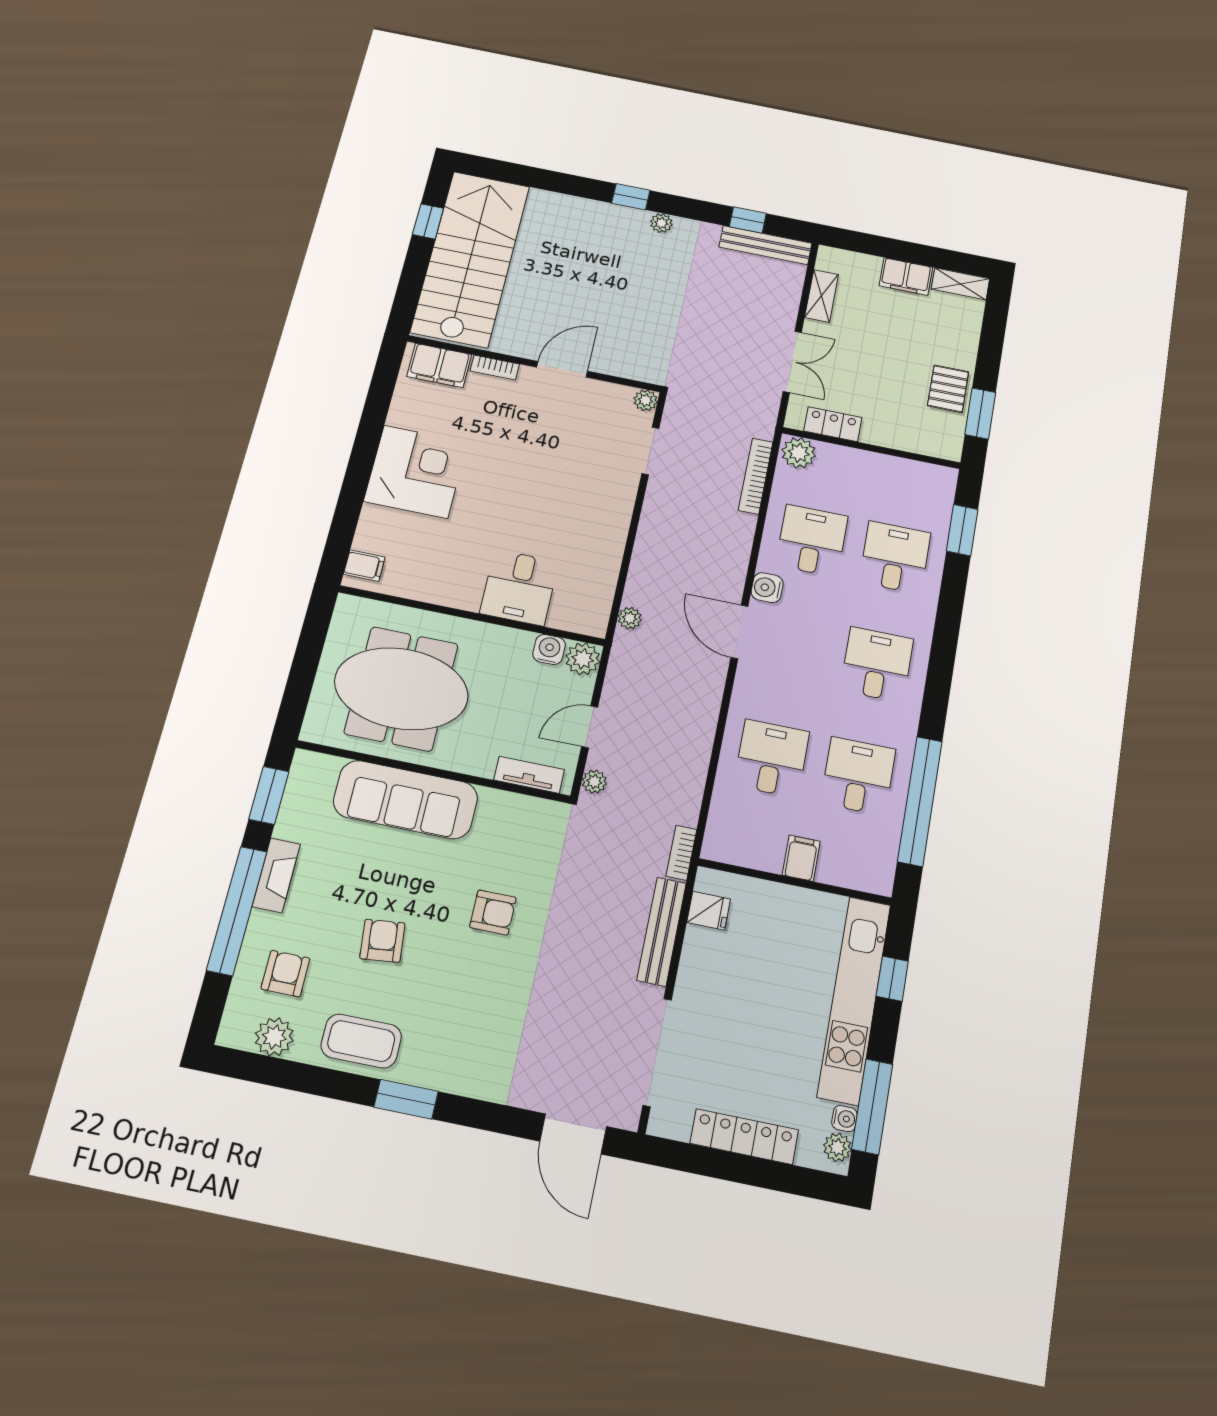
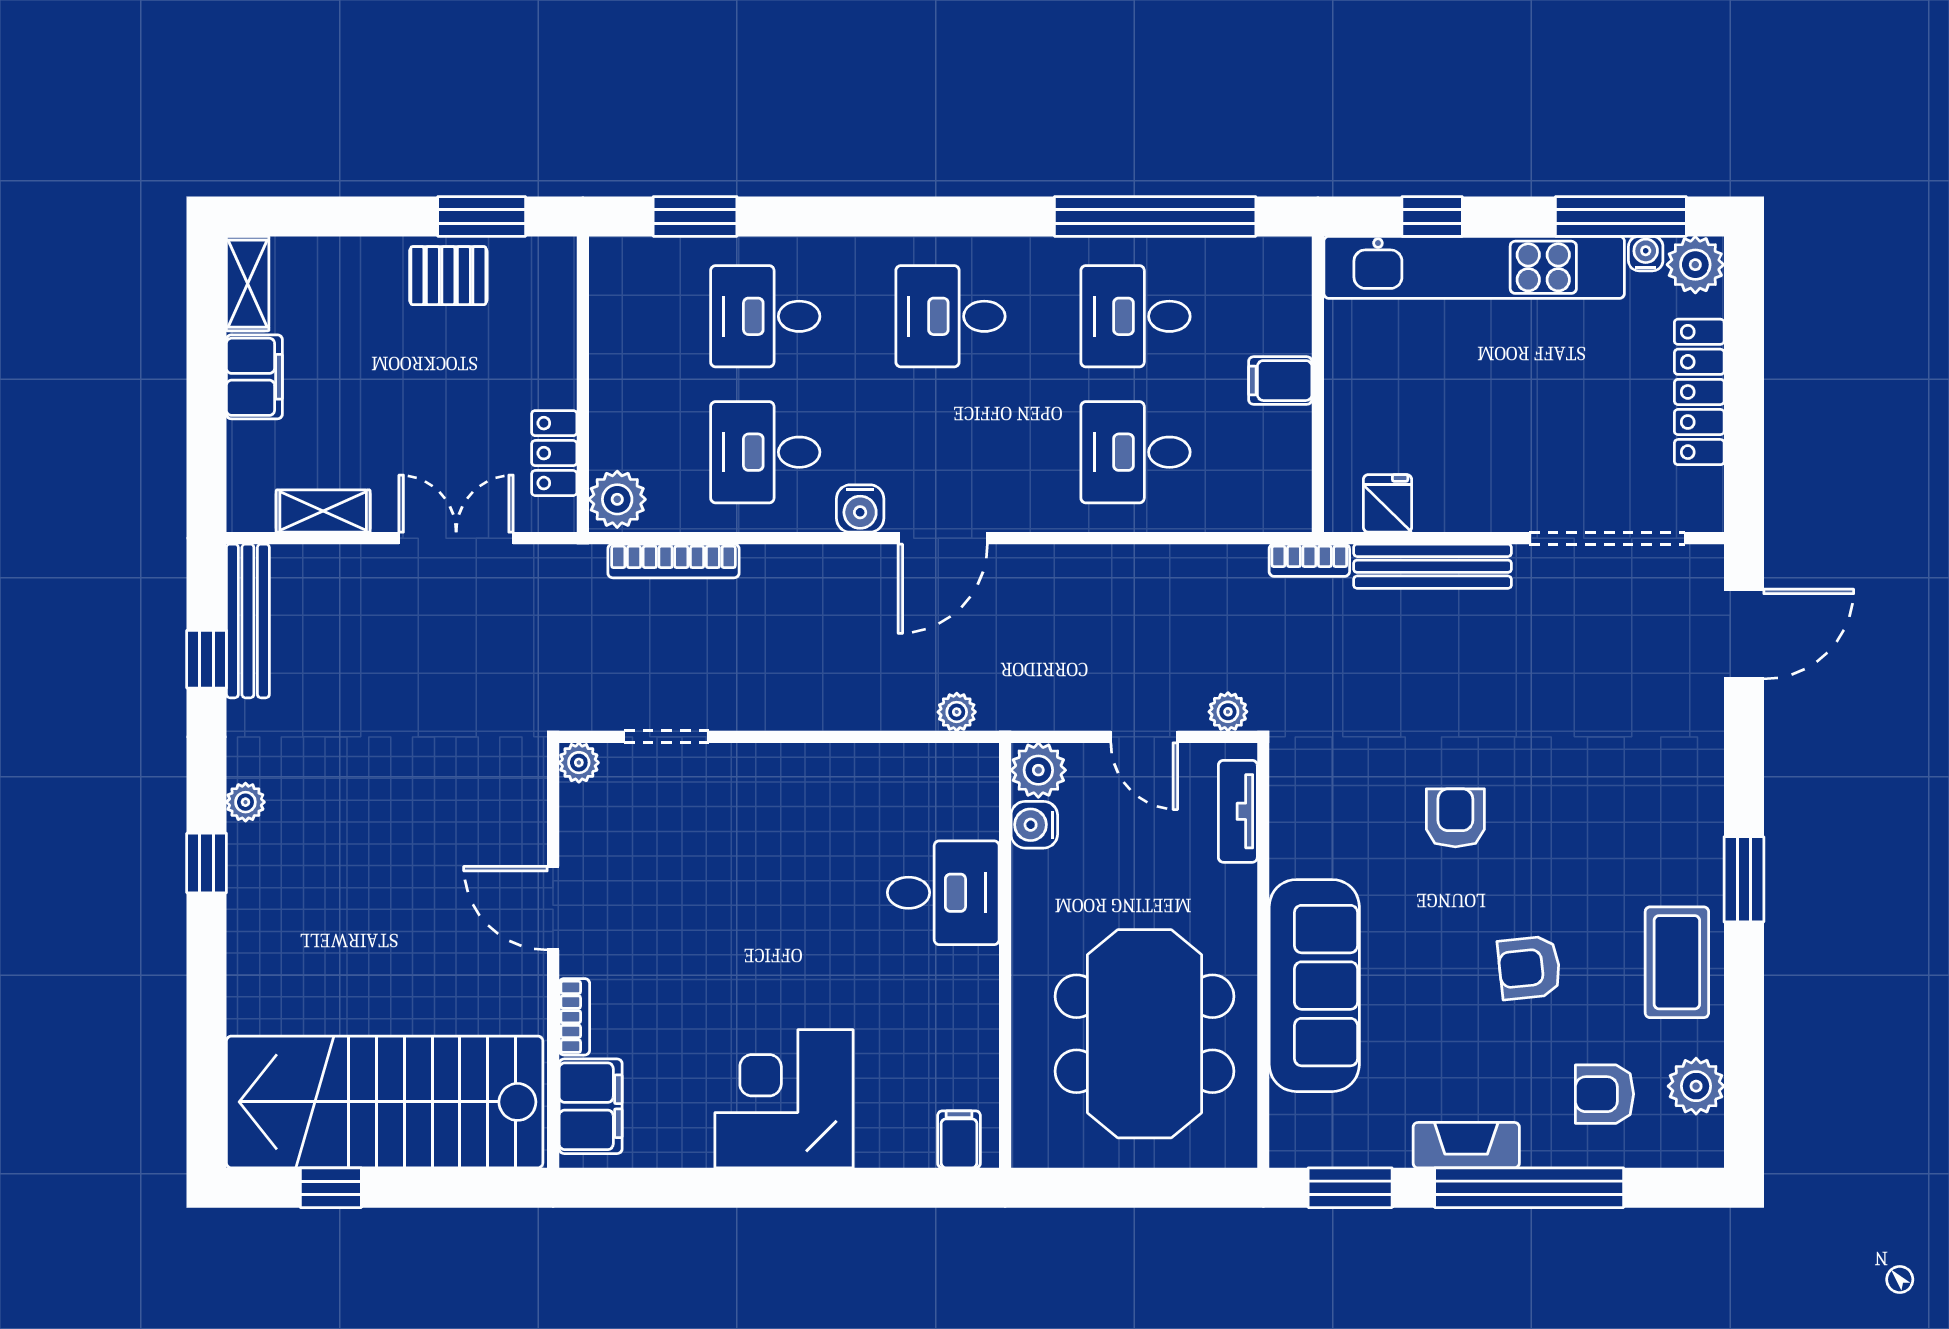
plant: (837, 1147) -> (1695, 265), width x1.38, depth x1.38

